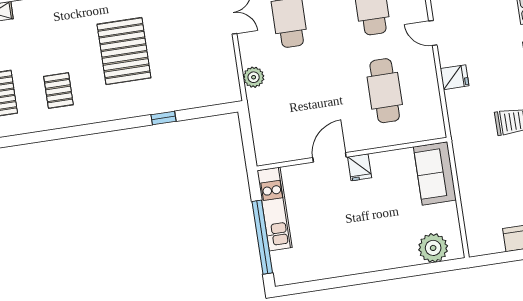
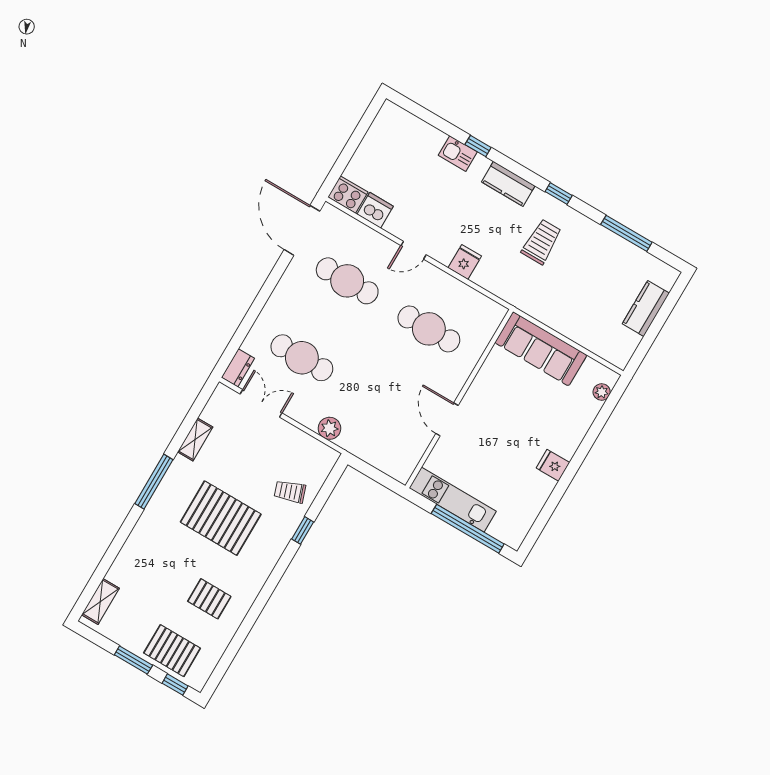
trolley: (184, 86) -> (290, 492), added
fridge: (360, 167) -> (553, 465), moved, turned 180
sofa: (435, 173) -> (541, 349), width x1.36
plant: (433, 248) -> (602, 392), width x0.53, depth x0.53

